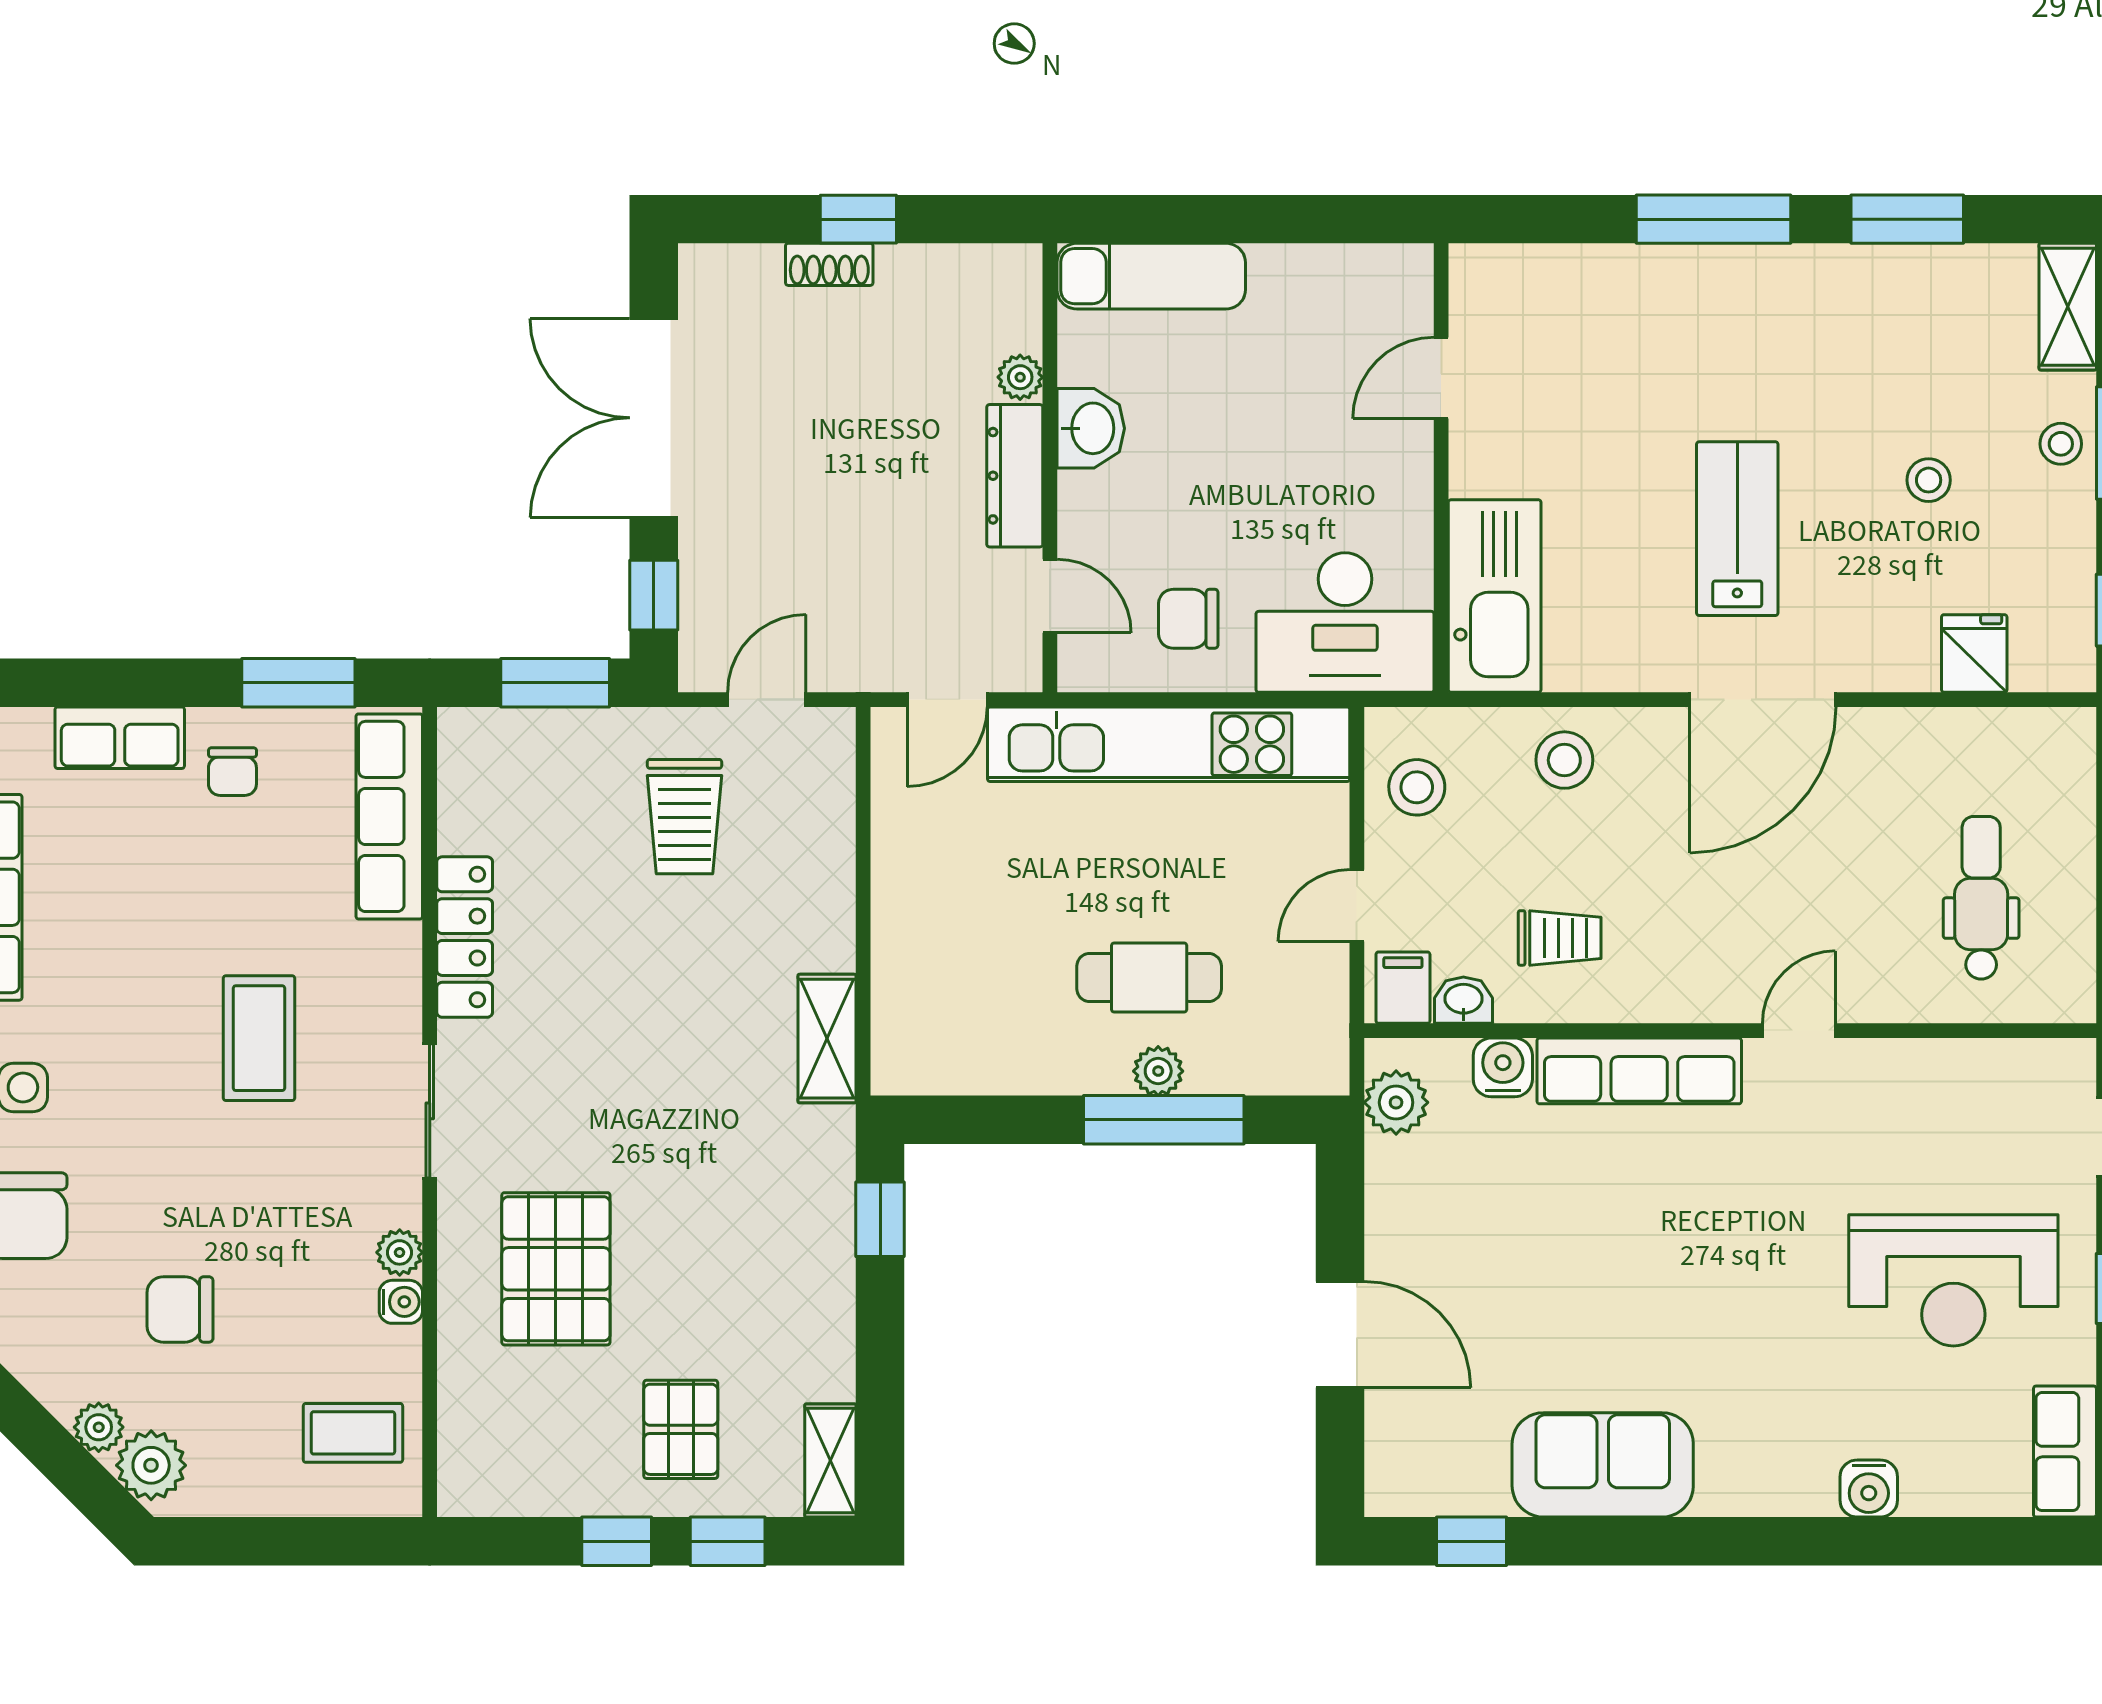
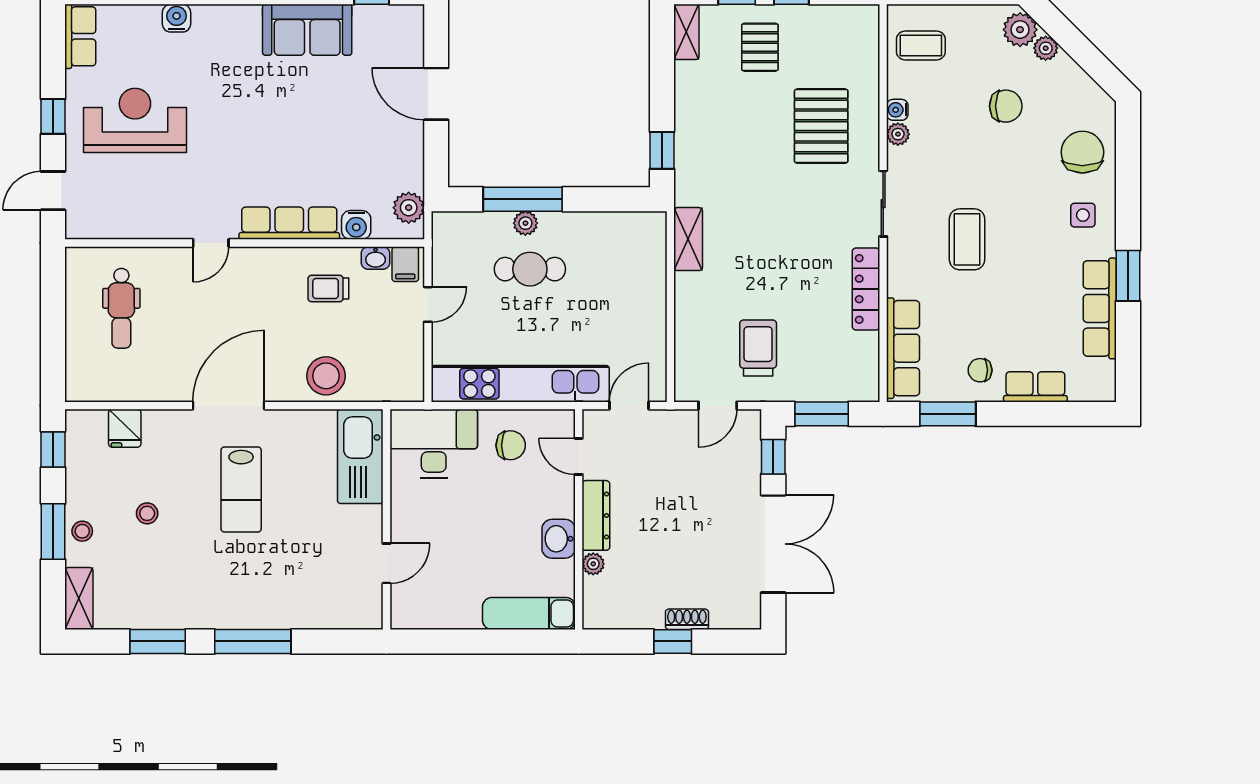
stool: (1564, 760) -> (326, 376), width x1.38, depth x1.38
chair: (232, 772) -> (980, 370), turned -90
stool: (1417, 787) -> (398, 362), removed

